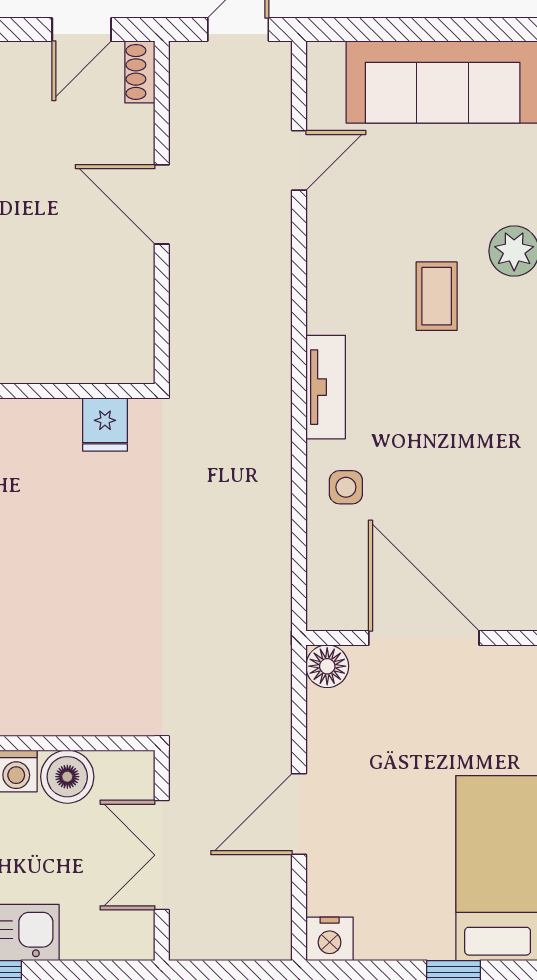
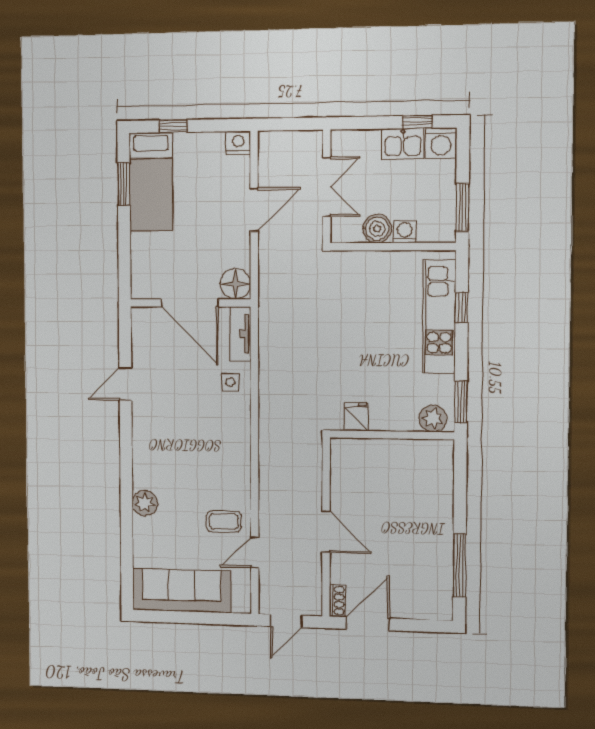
door: (82, 30) -> (368, 624), width x1.38
coffee table: (437, 296) -> (224, 522), moved, turned 90
tv unit: (326, 387) -> (241, 334), moved
floor lamp: (327, 666) -> (235, 284), width x1.38, depth x1.38

